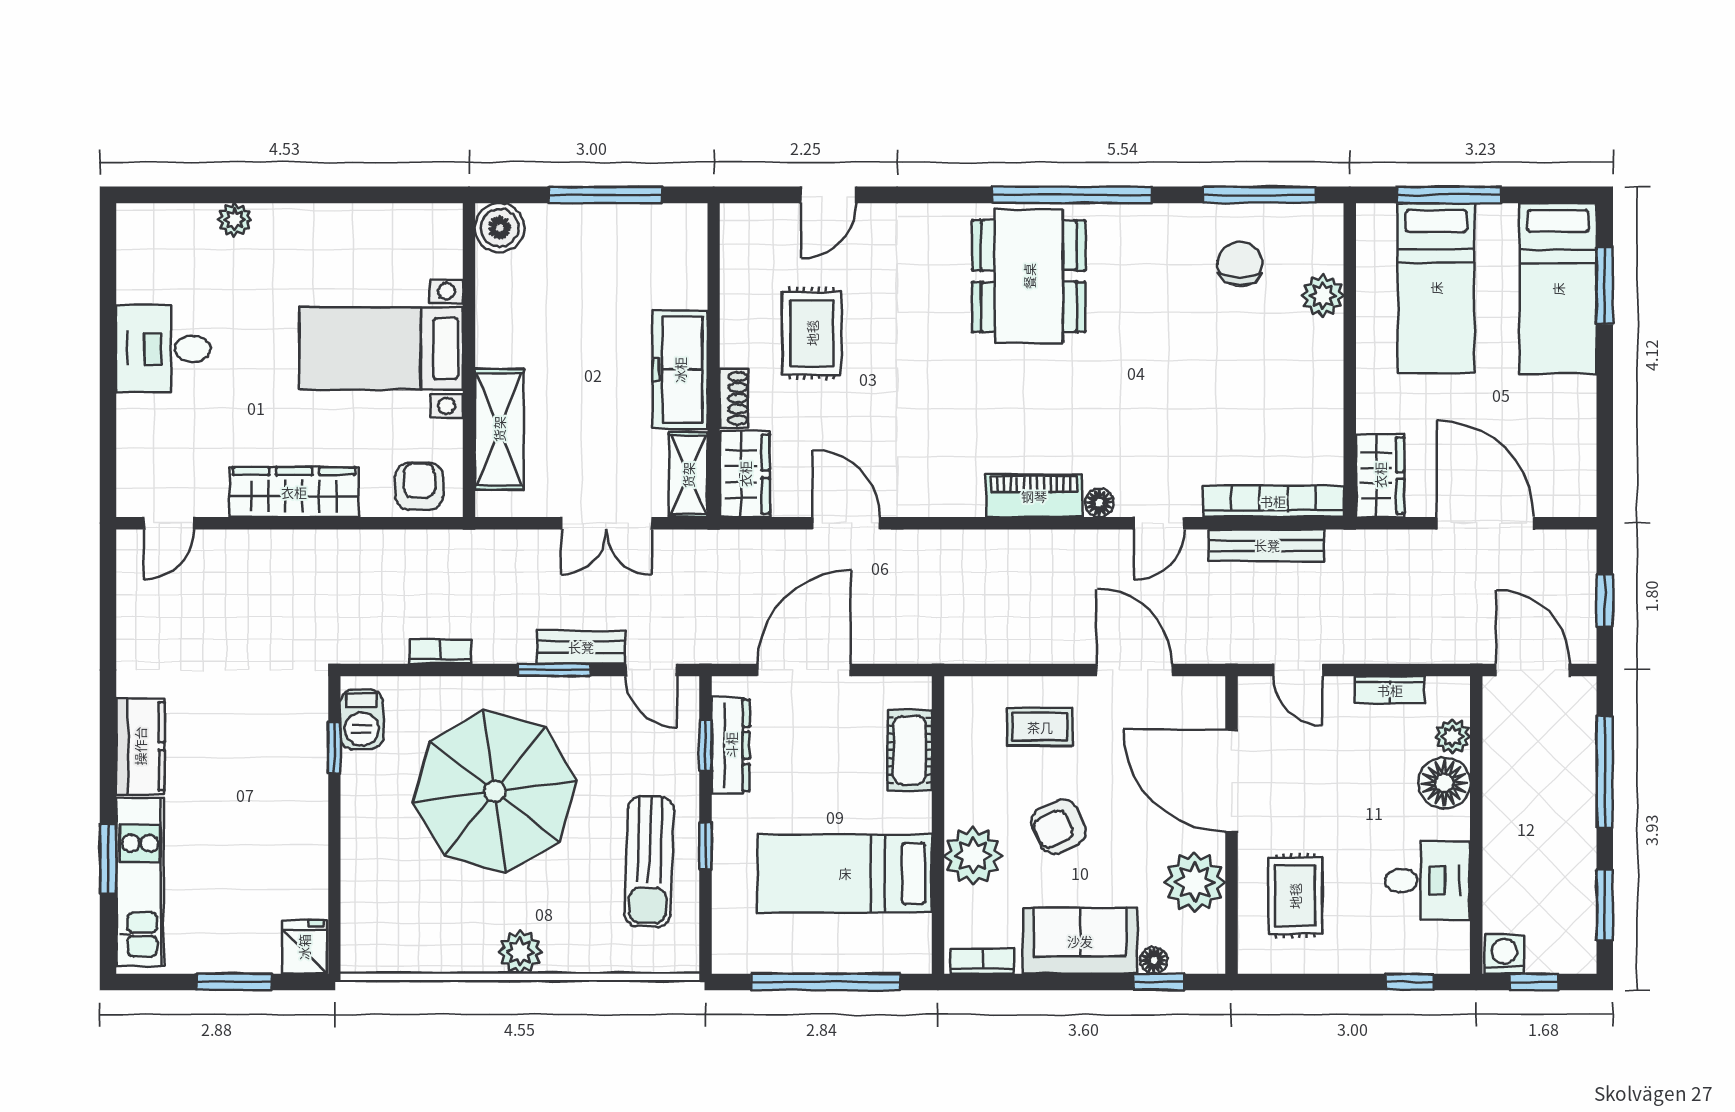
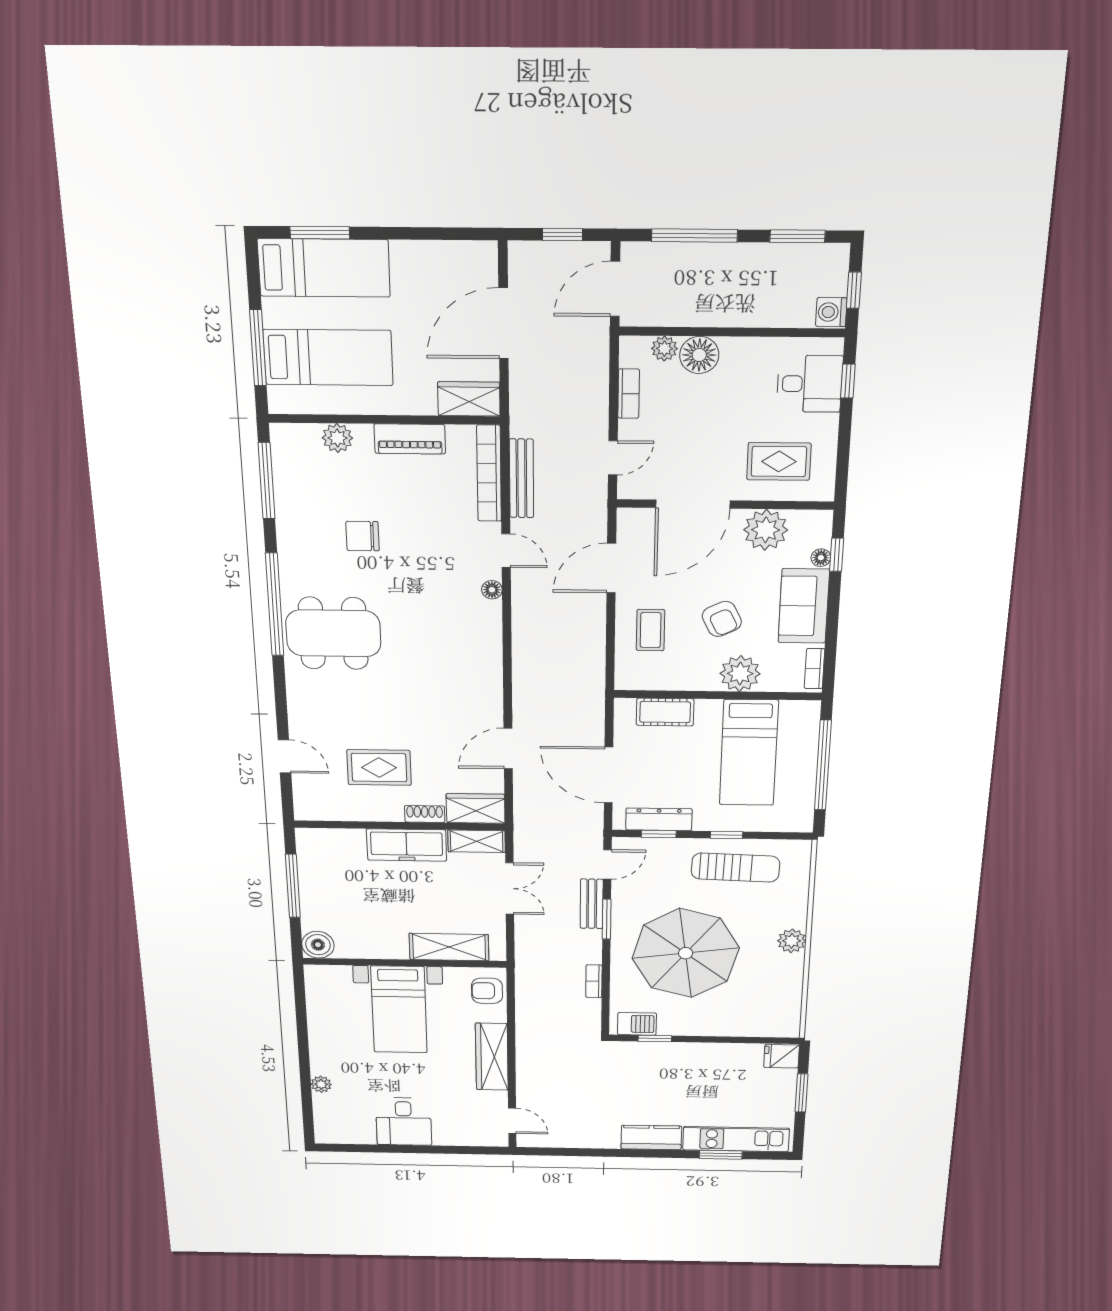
chair: (1240, 264) -> (363, 536), moved
piano: (1034, 496) -> (410, 439), moved, turned -90
desk: (1427, 880) -> (810, 384), moved, turned 90

